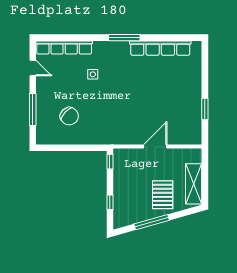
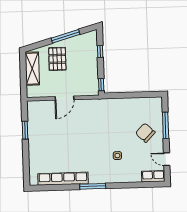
row of seats: (64, 48) -> (153, 176), width x0.50
chair: (69, 116) -> (145, 133), moved

